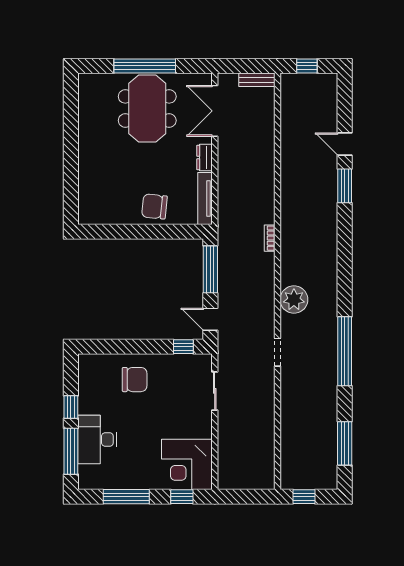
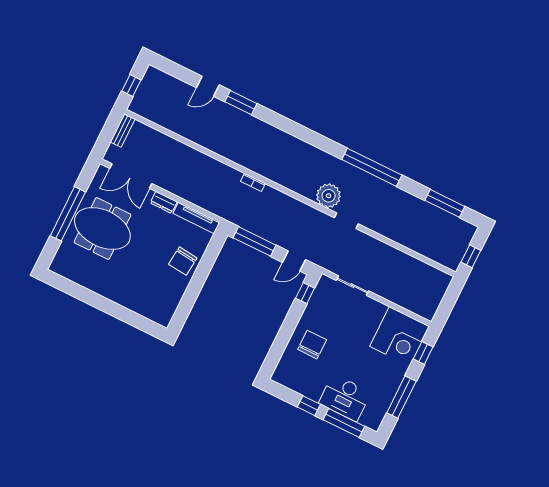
plant: (294, 300) -> (329, 196), moved

